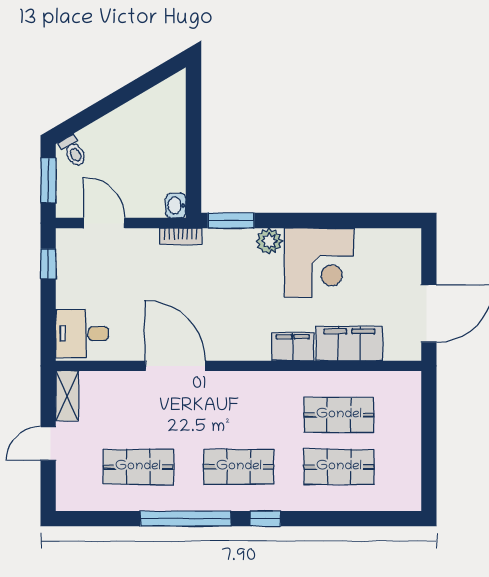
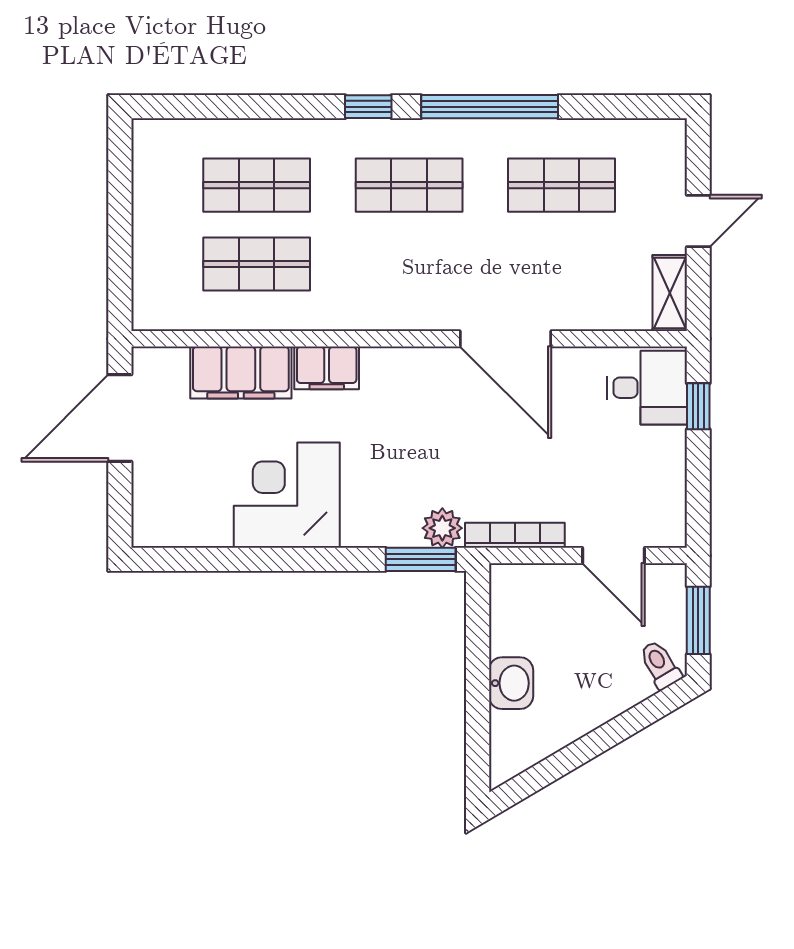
washbasin: (176, 206) -> (511, 683), moved, width x1.38, depth x1.45
bookcase: (181, 236) -> (515, 535), width x1.56
plant: (269, 241) -> (442, 528), moved
window: (48, 264) -> (698, 406), moved

